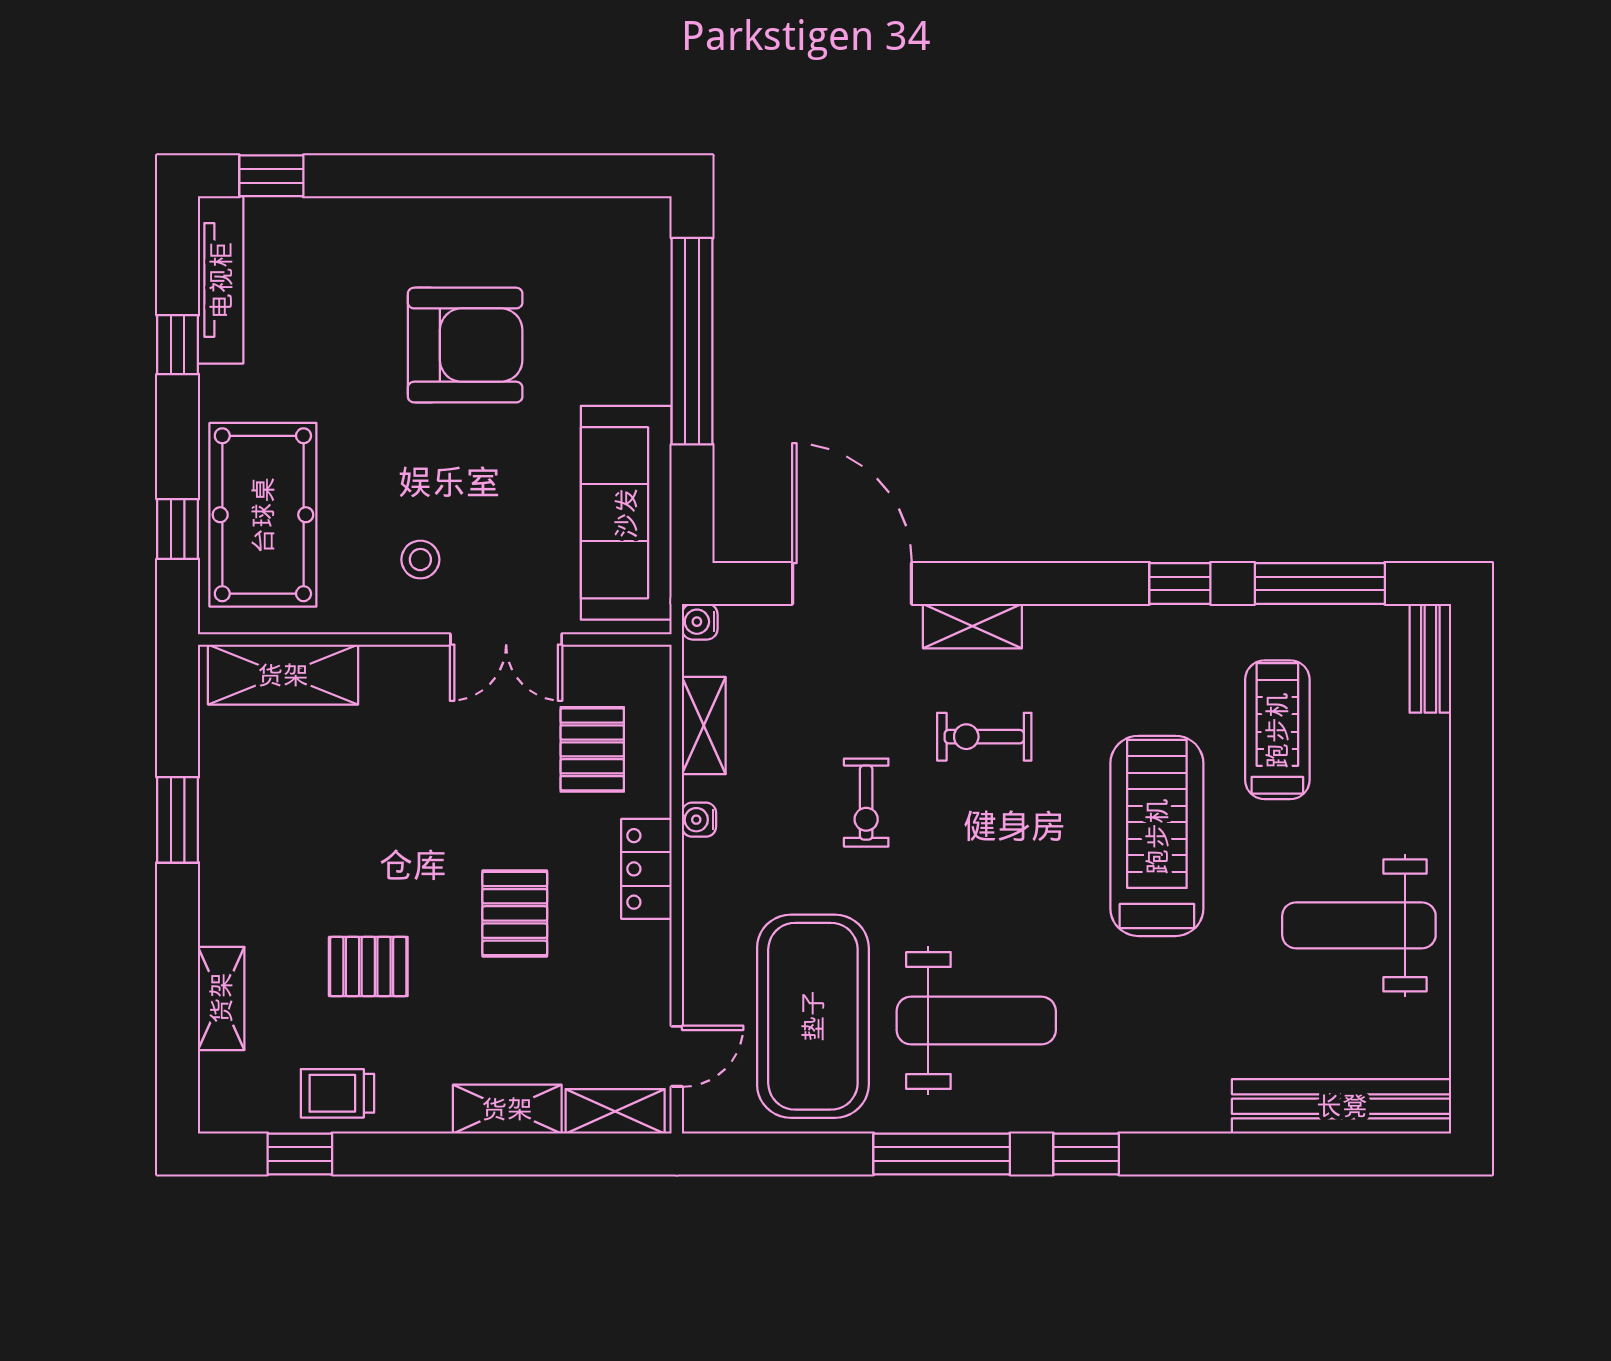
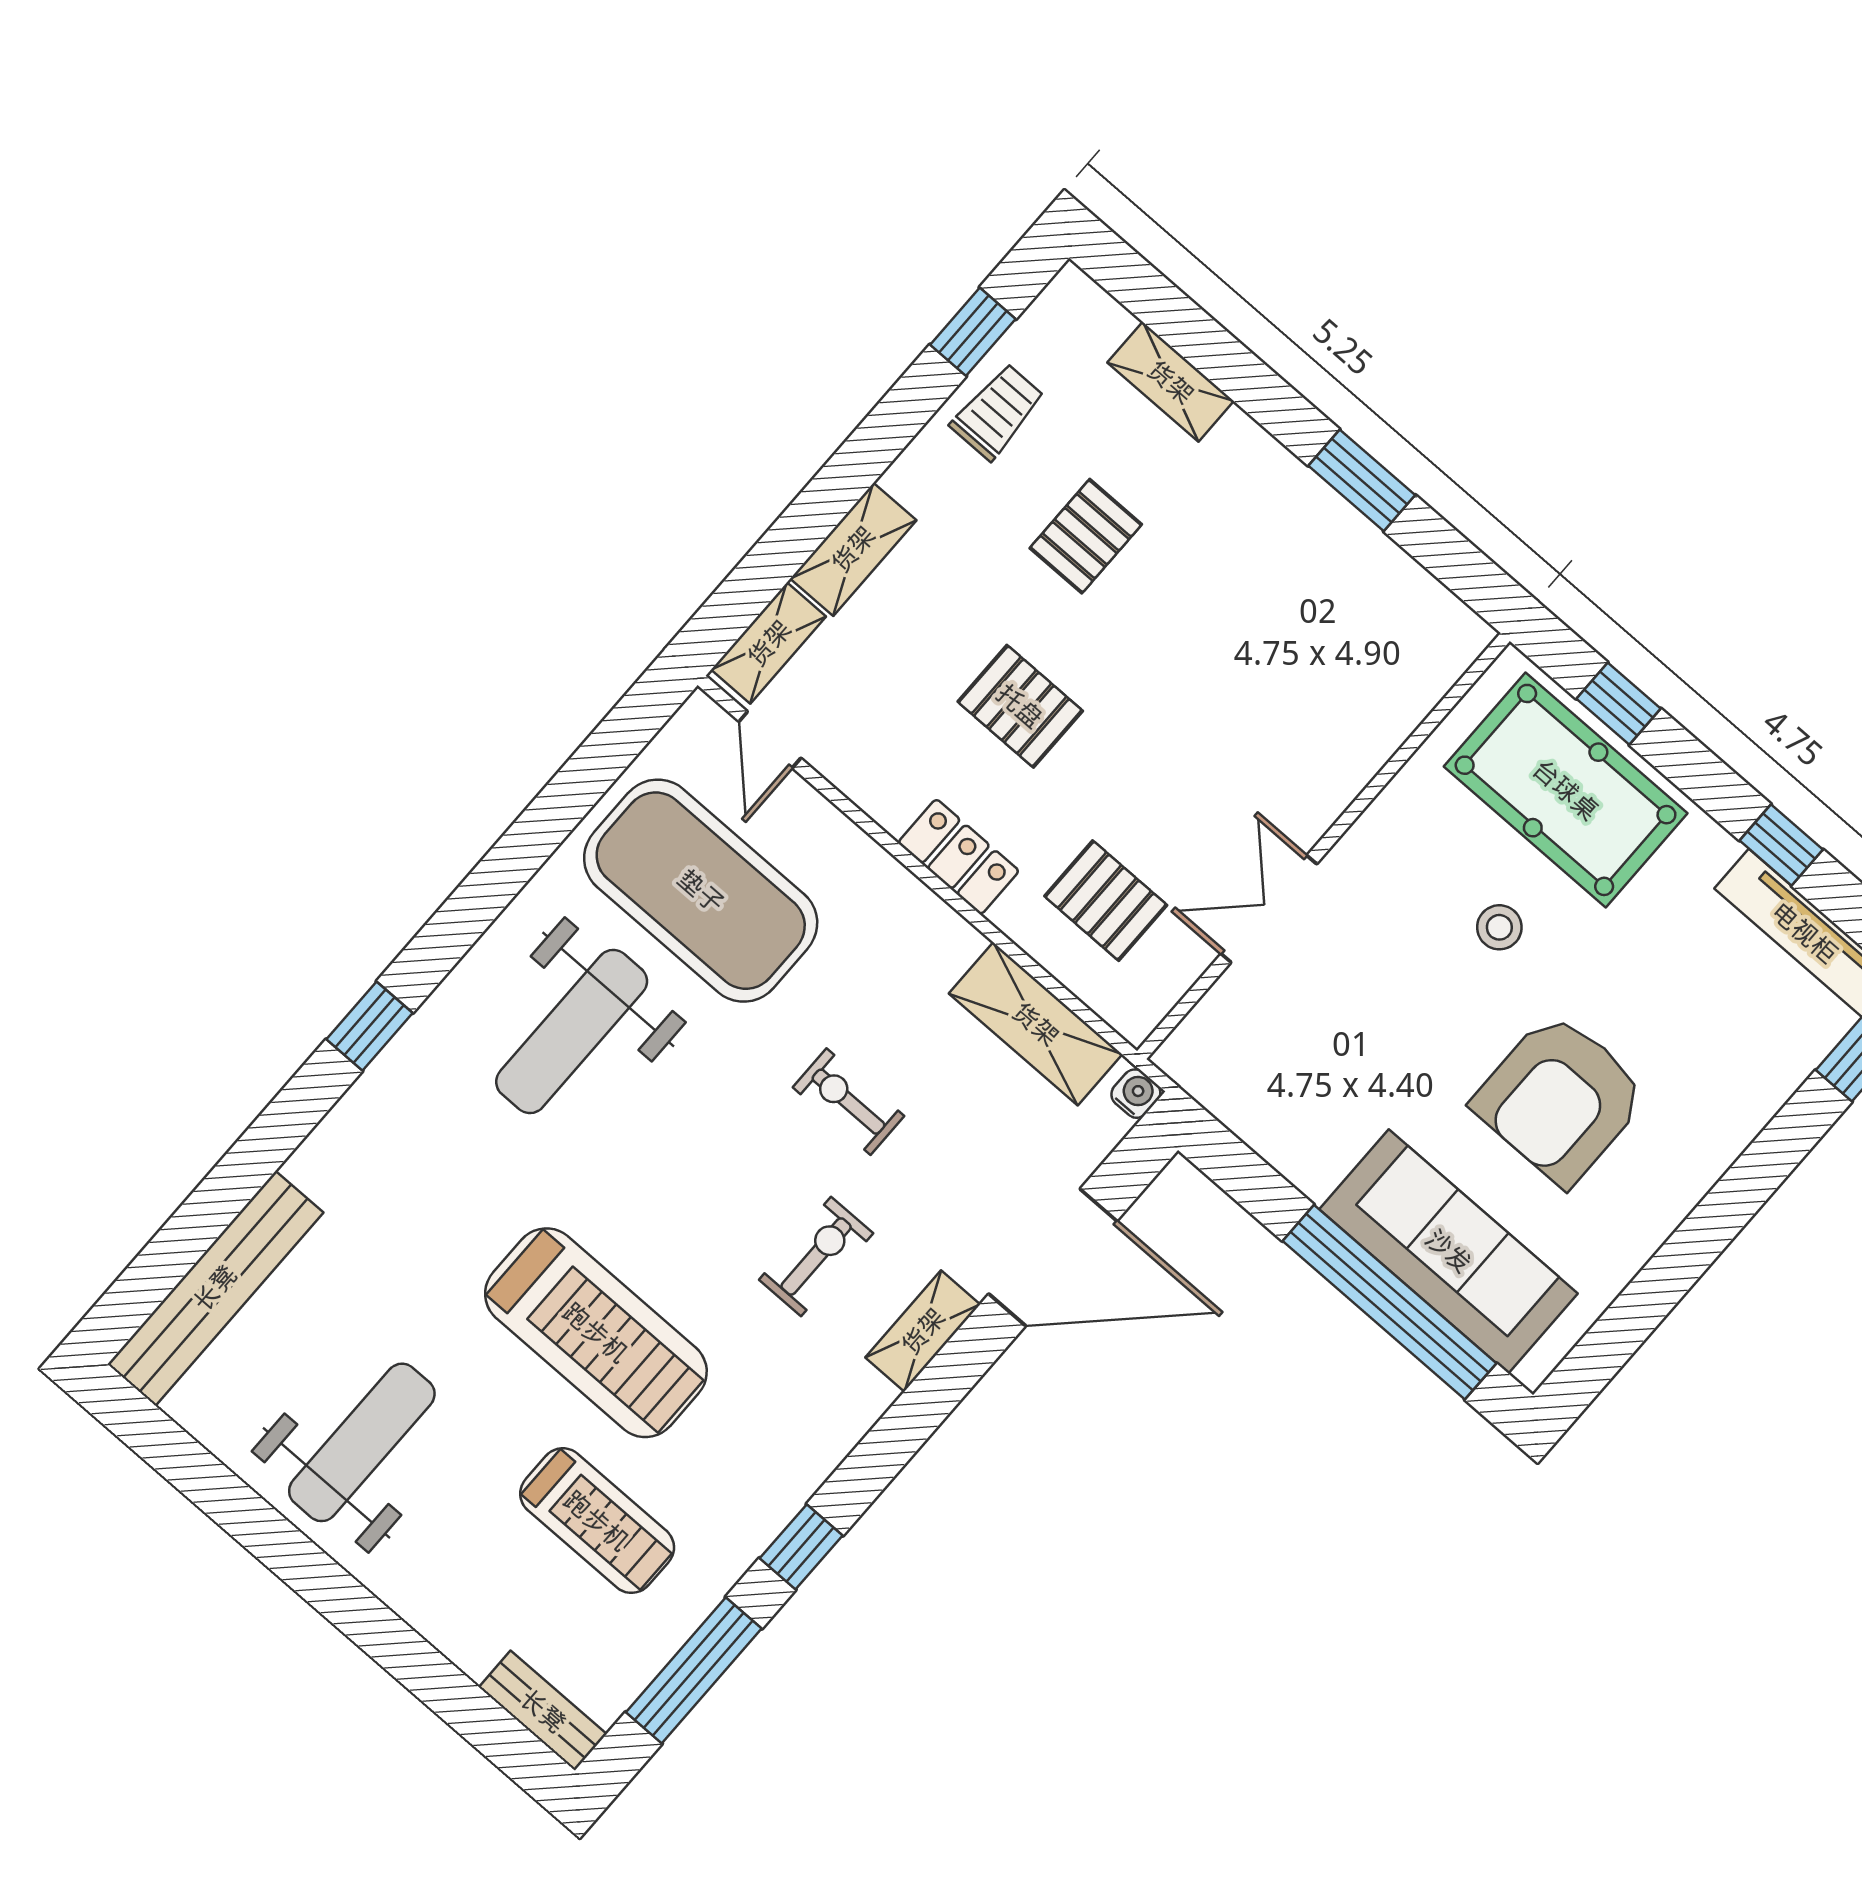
sofa: (626, 513) -> (1449, 1251), moved
stool: (420, 560) -> (1499, 927), moved
shelving: (283, 675) -> (1409, 685), removed
shelving: (704, 726) -> (1036, 1024), width x1.50, depth x1.33
water cooler: (699, 820) -> (962, 941), removed
window: (942, 1154) -> (480, 899), removed

